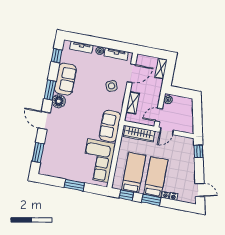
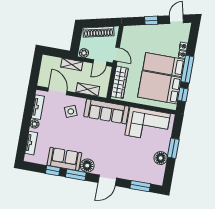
window: (57, 56) -> (53, 171), moved
shelving: (161, 68) -> (72, 64), moved
shoe rack: (188, 114) -> (99, 32), added
door: (159, 115) -> (100, 63), hinge flipped
sofa: (110, 126) -> (106, 111), width x1.36
window: (198, 151) -> (151, 20), moved
floor lamp: (65, 173) -> (161, 158), added
bed: (134, 173) -> (160, 87), width x1.50
window: (151, 200) -> (187, 69), width x1.44

